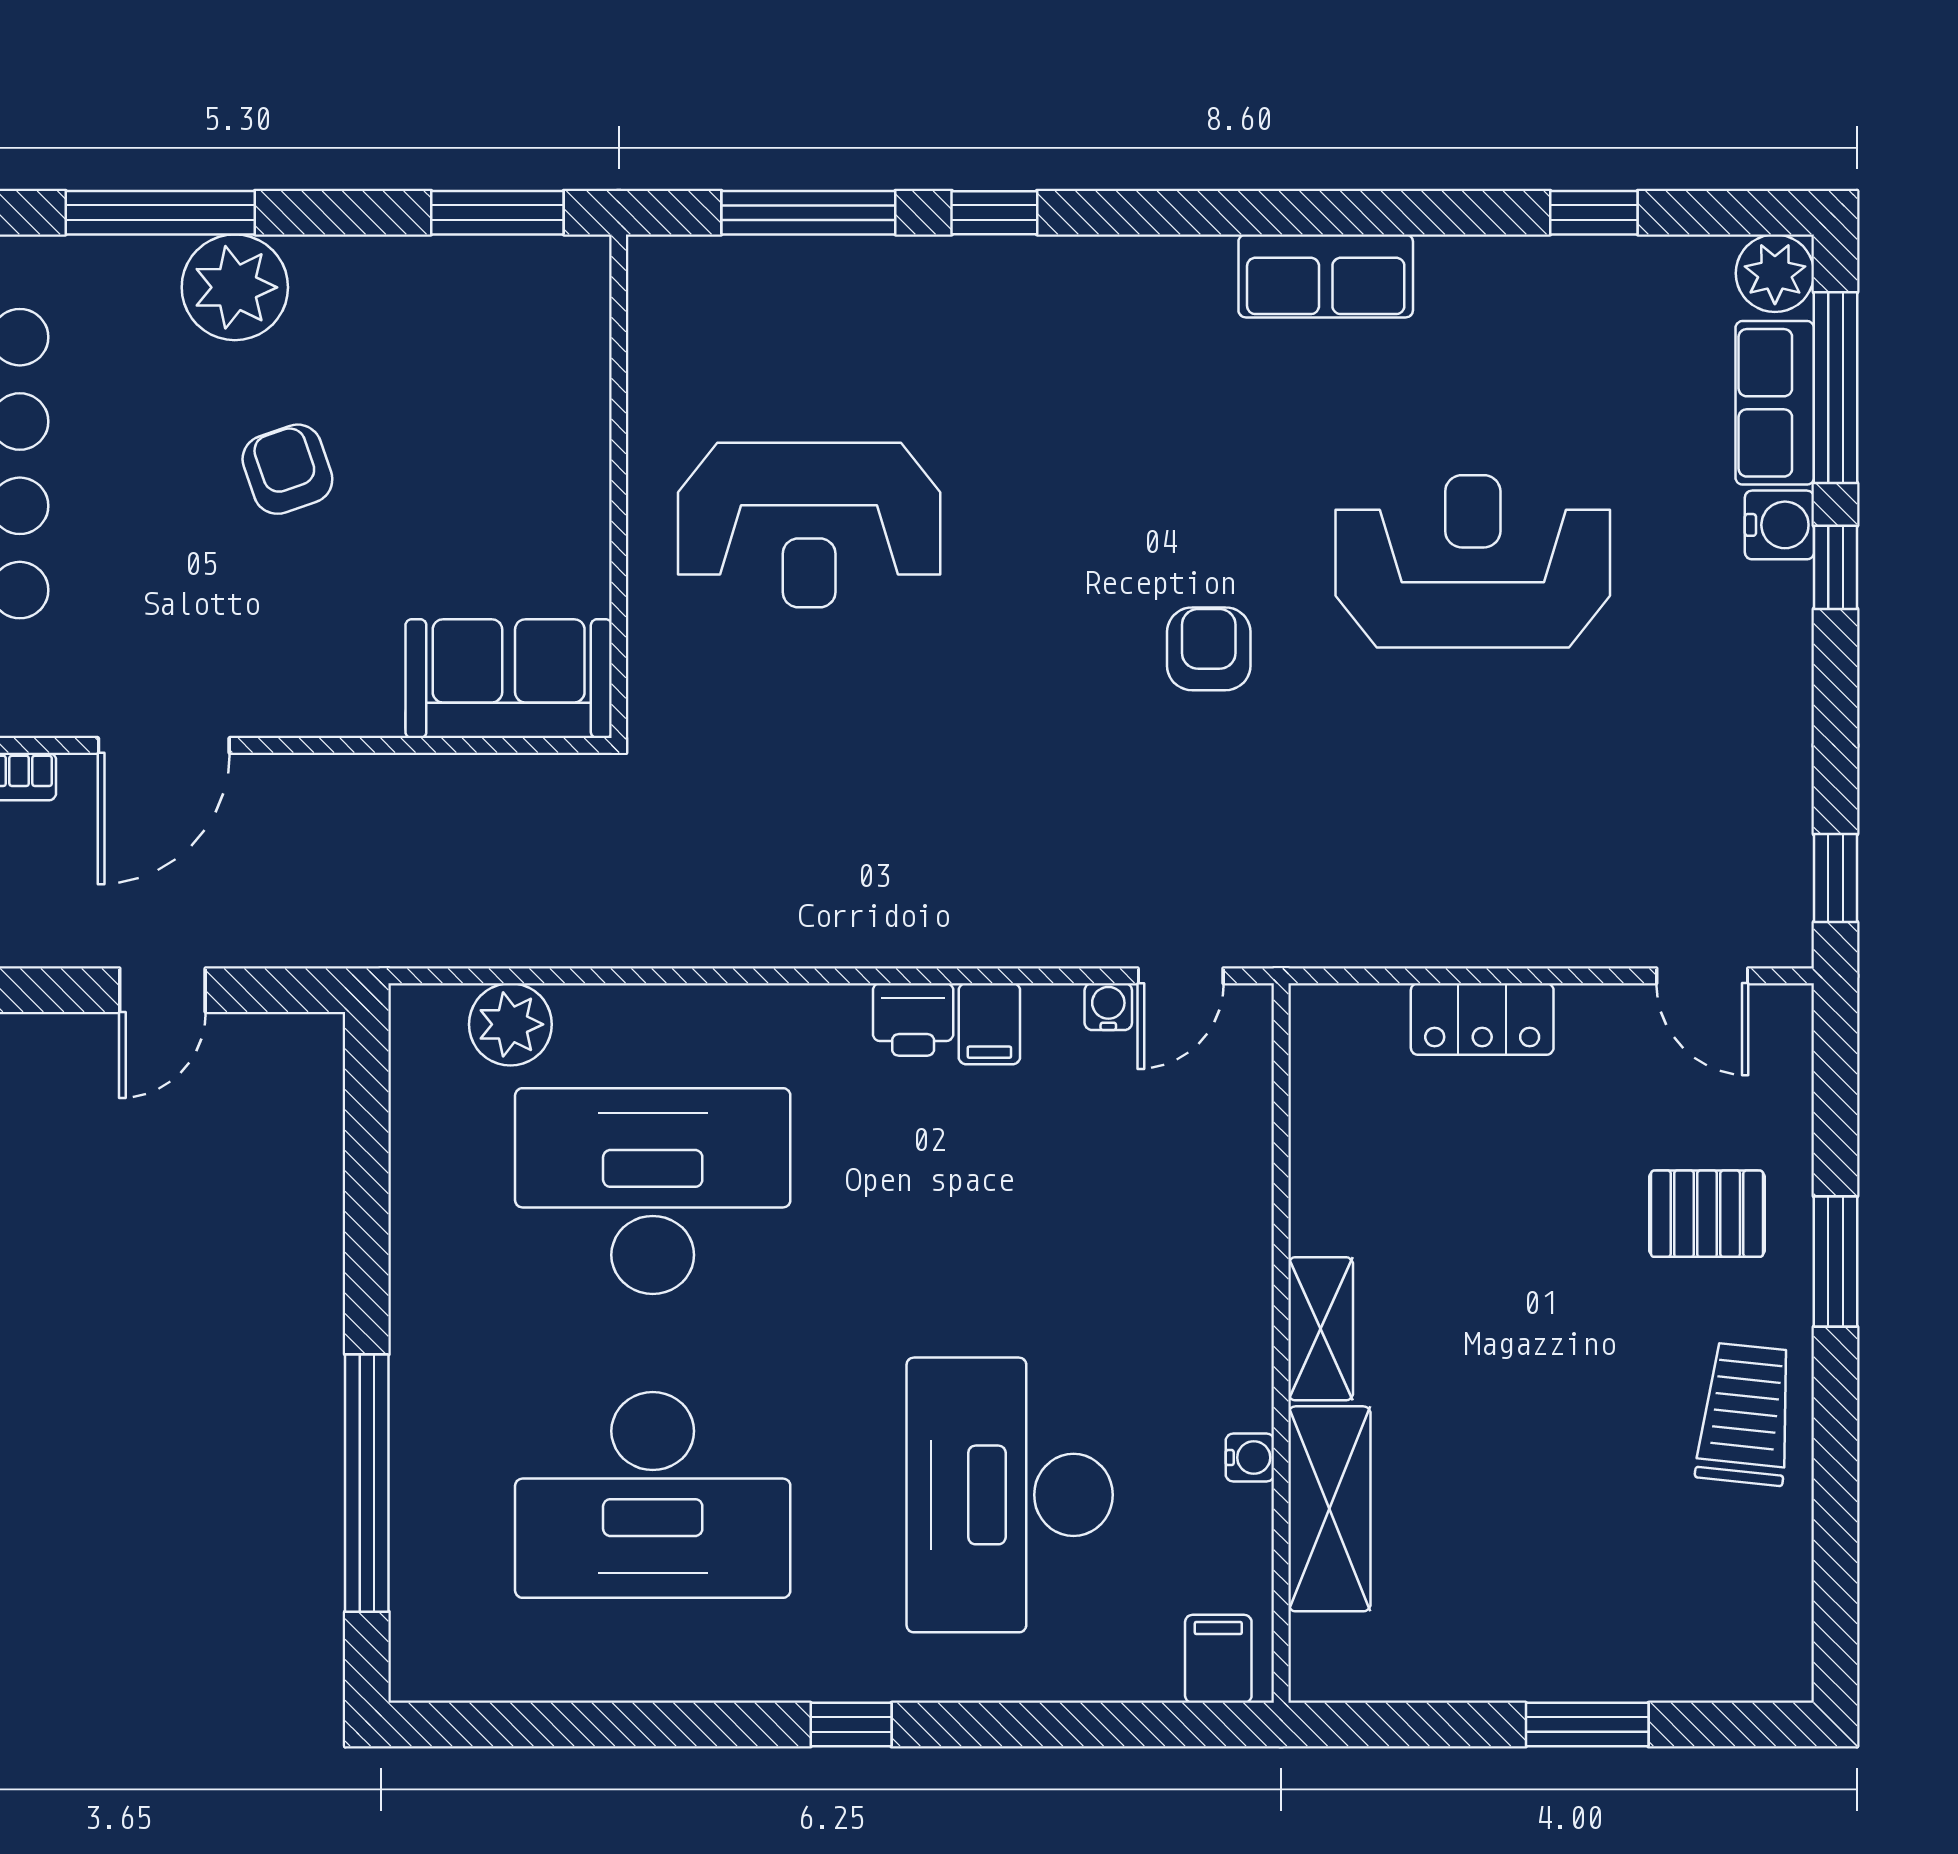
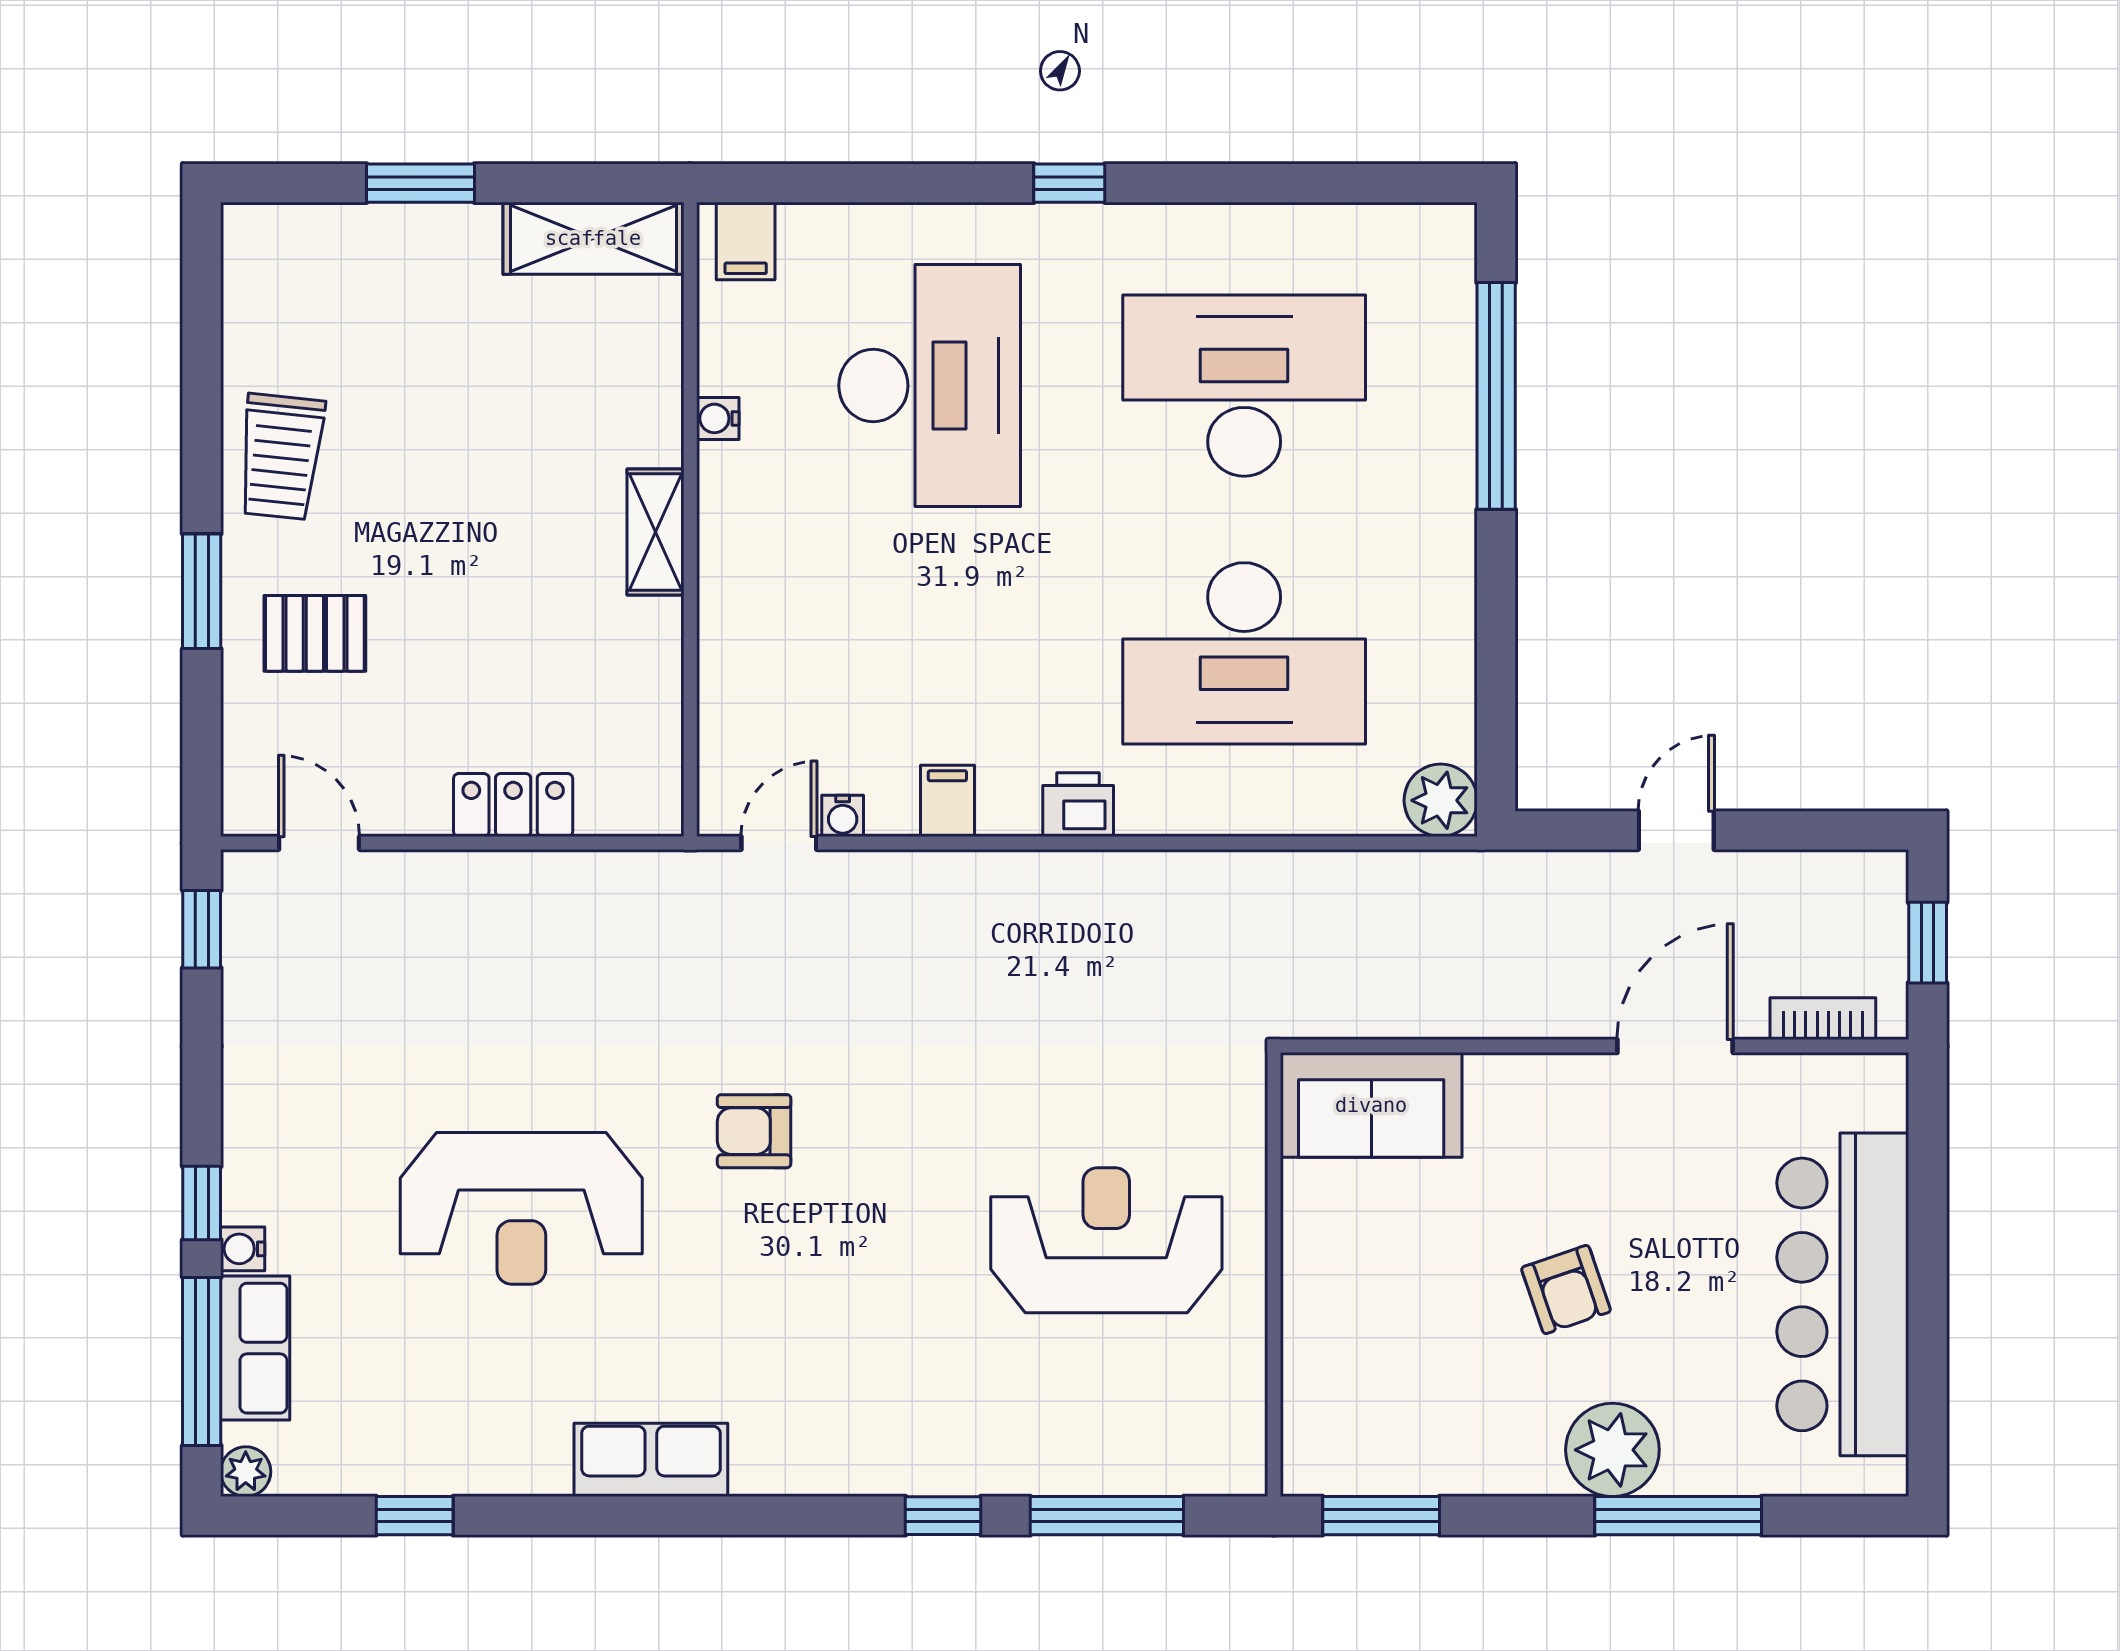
plant: (1775, 273) -> (246, 1472), width x0.73, depth x0.73
water cooler: (1779, 525) -> (243, 1249), width x0.72, depth x0.72
armchair: (1209, 649) -> (754, 1131), turned 90
printer: (913, 1019) -> (1078, 805), moved
plant: (510, 1024) -> (1441, 800), moved
shelving: (1329, 1509) -> (593, 238), moved, turned 90

